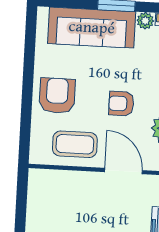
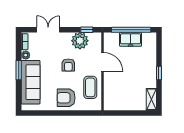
door: (124, 171) -> (103, 62), swing flipped

